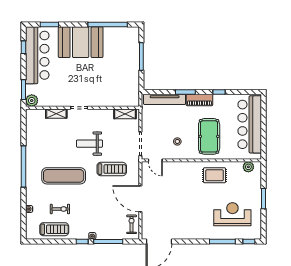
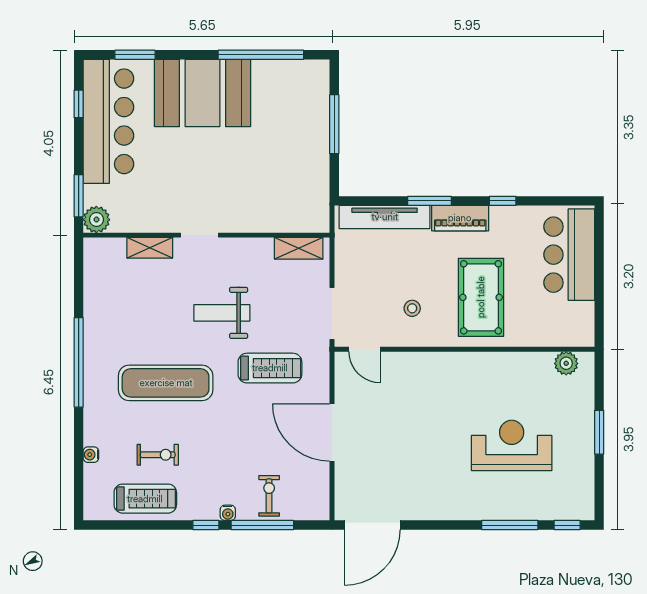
bar counter: (250, 124) -> (569, 255), width x0.73
rug: (214, 175) -> (493, 382), removed
reception desk: (232, 214) -> (512, 445), moved
exercise bike: (132, 224) -> (269, 496), moved

